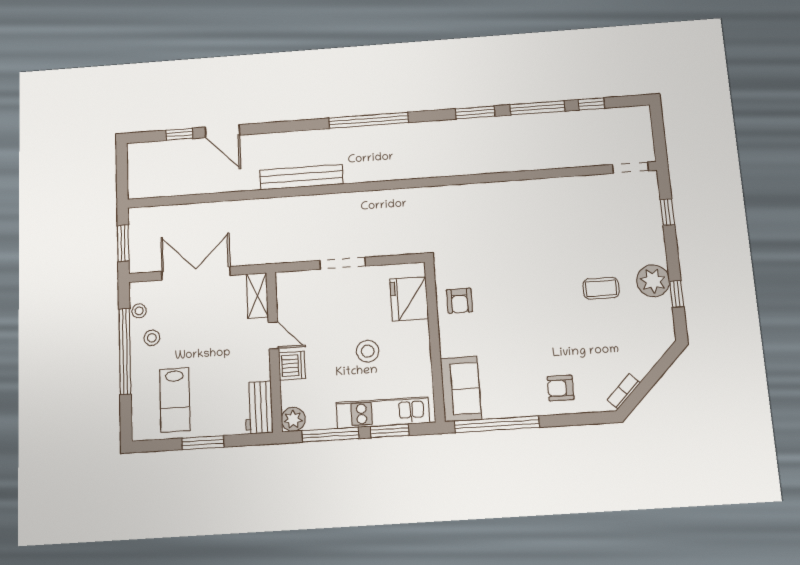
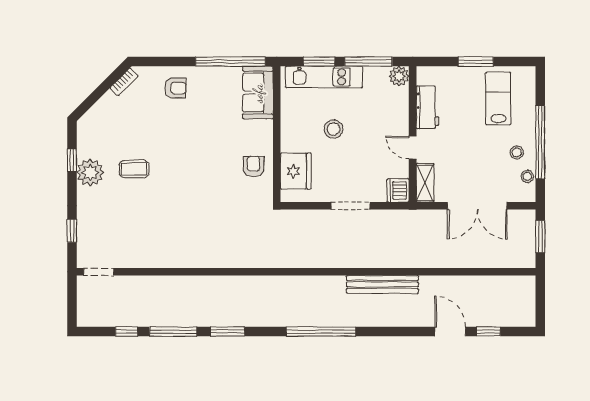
dishwasher: (292, 366) -> (398, 190), moved
workbench: (259, 407) -> (427, 107), moved

